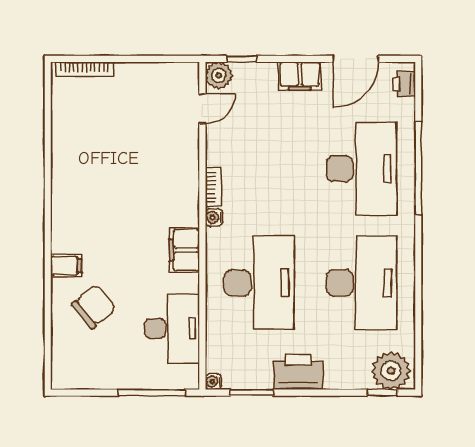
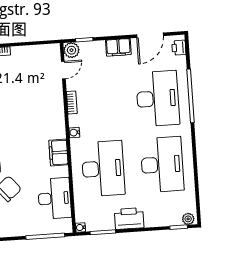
bookcase: (213, 187) -> (72, 103), moved
plant: (391, 371) -> (188, 219), width x0.53, depth x0.53

